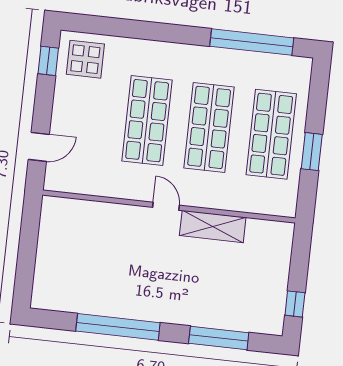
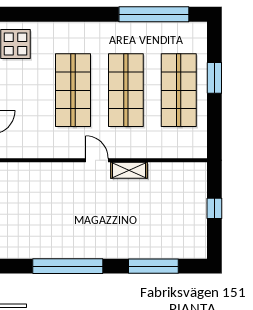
window: (312, 152) -> (214, 78), moved
shelving: (213, 226) -> (129, 170), width x0.67, depth x0.75
window: (295, 304) -> (214, 208), moved

